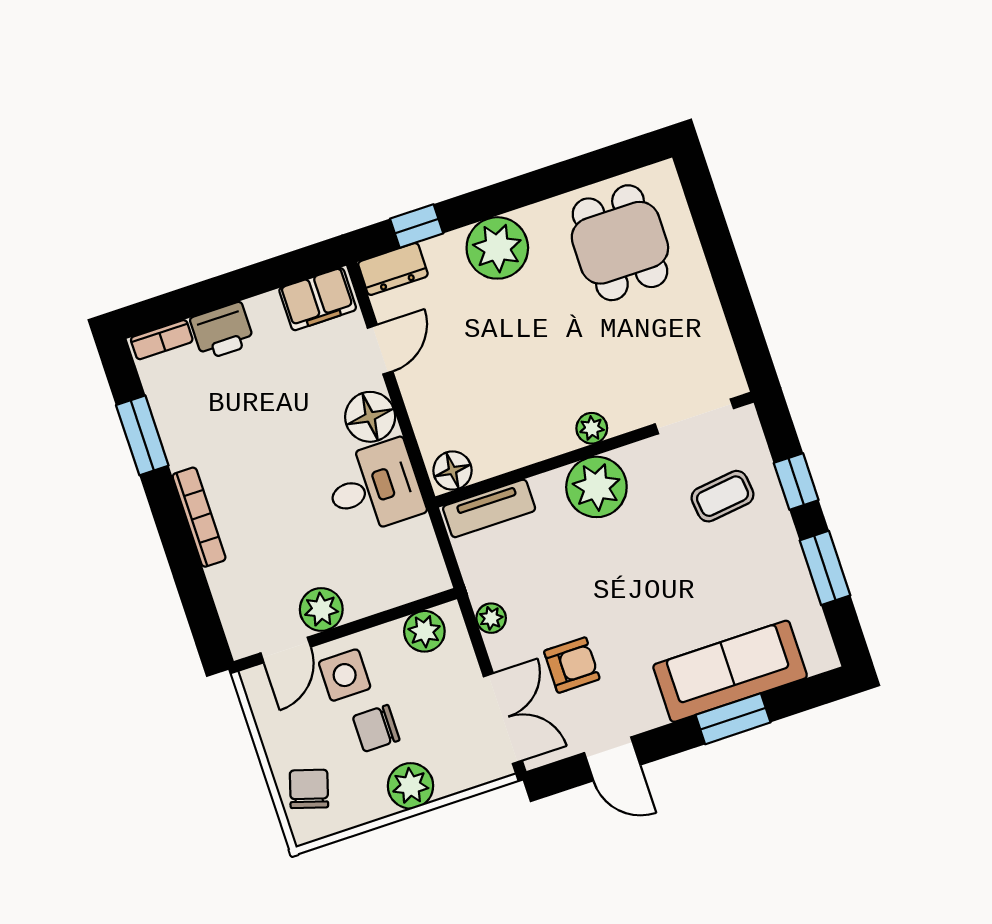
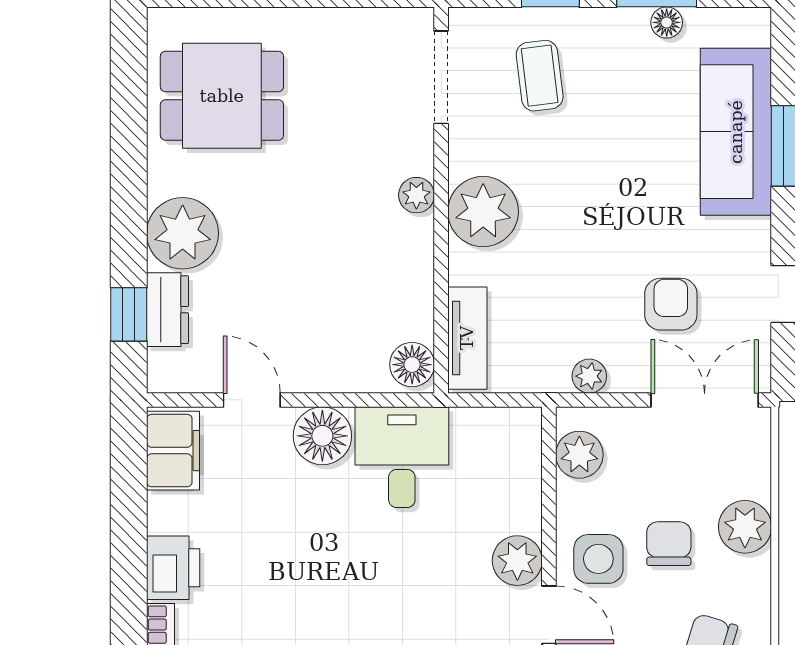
dresser: (393, 269) -> (168, 310), moved
floor lamp: (800, 585) -> (667, 22), added
chair: (376, 728) -> (669, 544), turned 180

